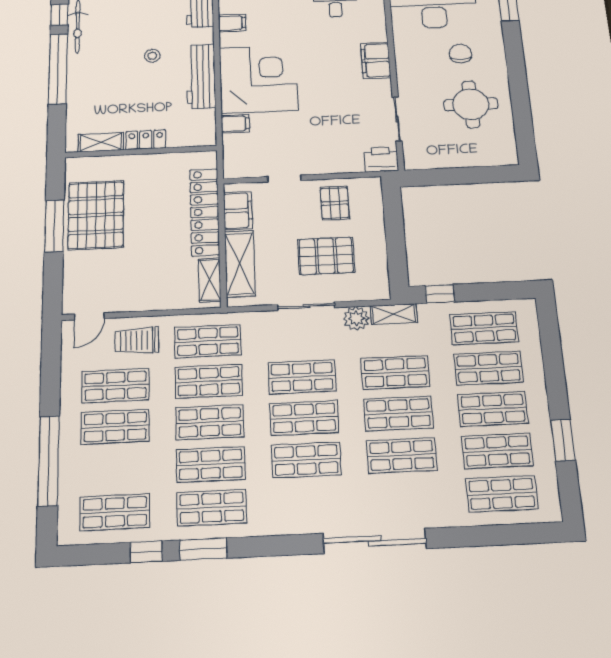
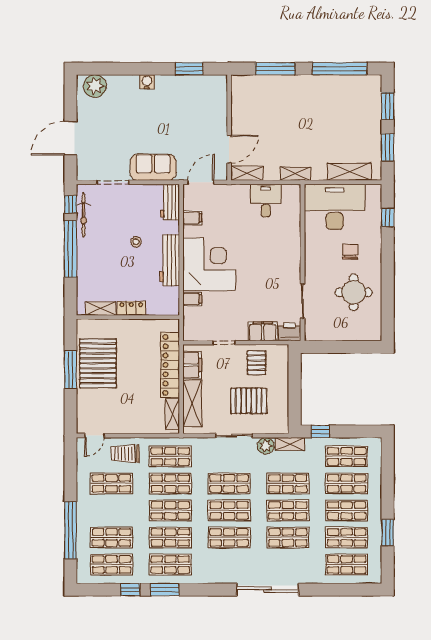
filing cabinet: (376, 60) -> (263, 331), moved, turned 90
shop shelf: (115, 427) -> (112, 537), moved

